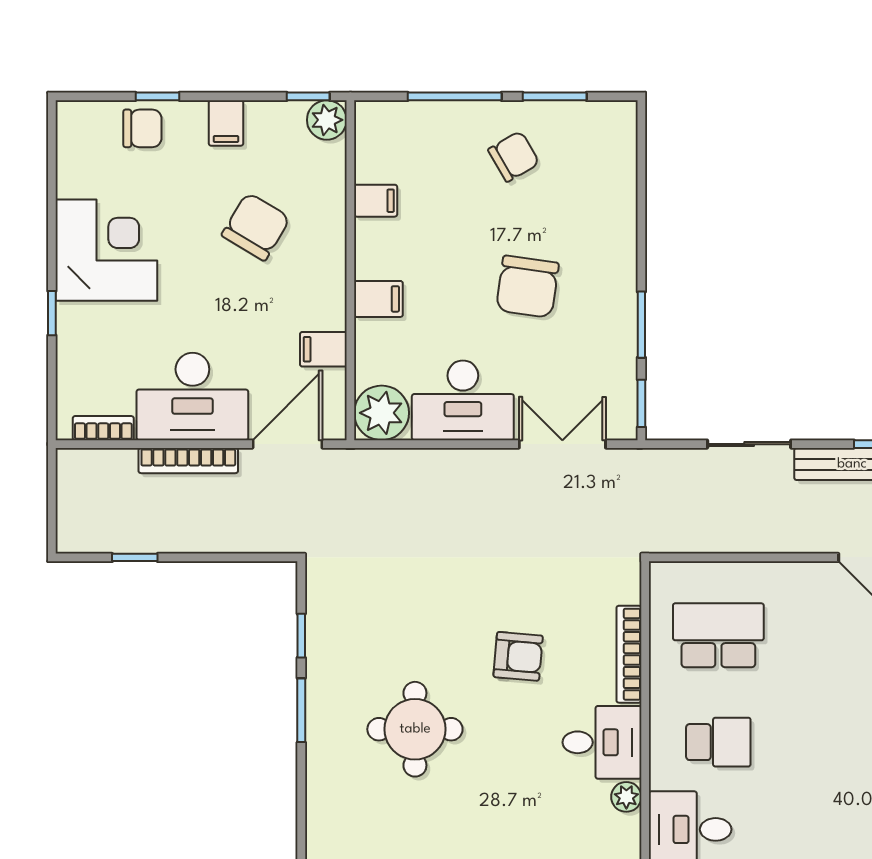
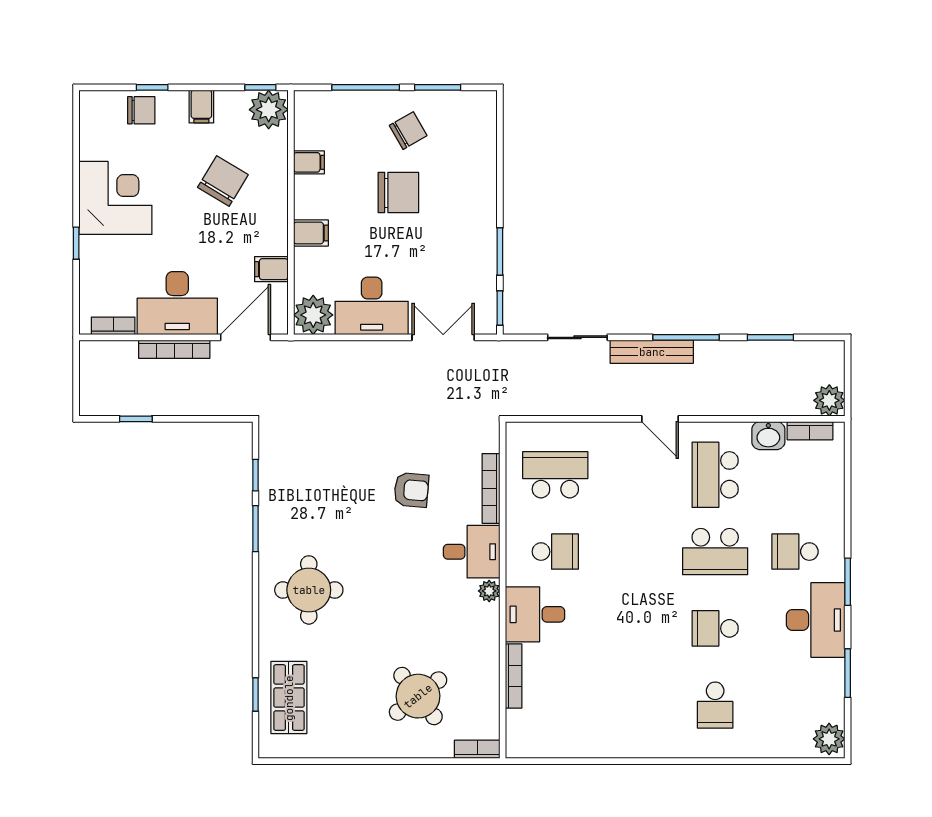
plant: (327, 120) -> (269, 110), width x1.36, depth x1.36
chair: (527, 287) -> (398, 193), moved, turned -98
round table: (415, 729) -> (309, 590), moved

